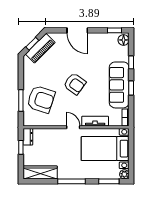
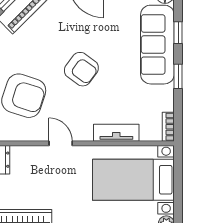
sofa: (119, 85) -> (157, 45), moved
door: (73, 127) -> (61, 143), moved

